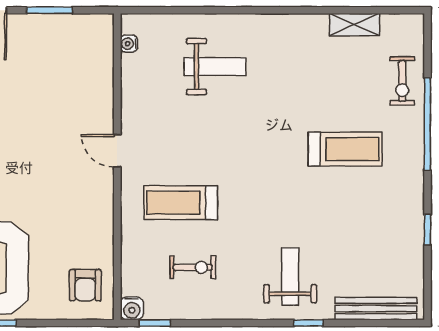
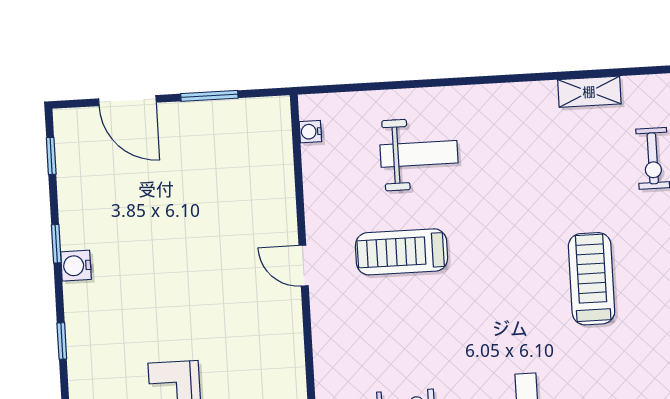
treadmill: (345, 149) -> (592, 279), moved, turned -90
treadmill: (181, 203) -> (401, 252), moved

